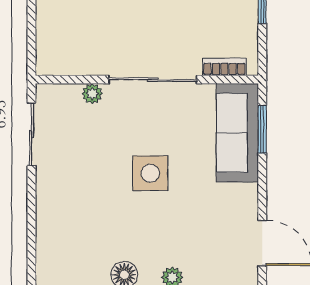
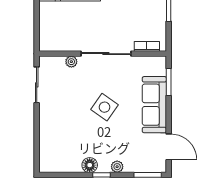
sofa: (237, 133) -> (154, 105), moved
side table: (150, 173) -> (105, 107), turned 35

